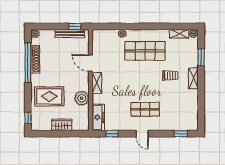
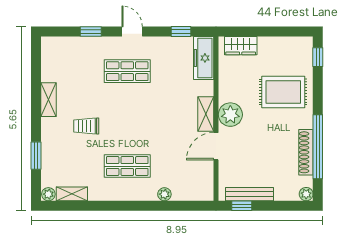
shop shelf: (145, 51) -> (127, 166), width x0.70, depth x0.74
door: (91, 63) -> (216, 146), swing flipped
shelving: (193, 78) -> (49, 100), moved
plant: (82, 98) -> (230, 115), moved
wardrobe: (62, 125) -> (241, 46), moved
window: (181, 134) -> (91, 31), moved

